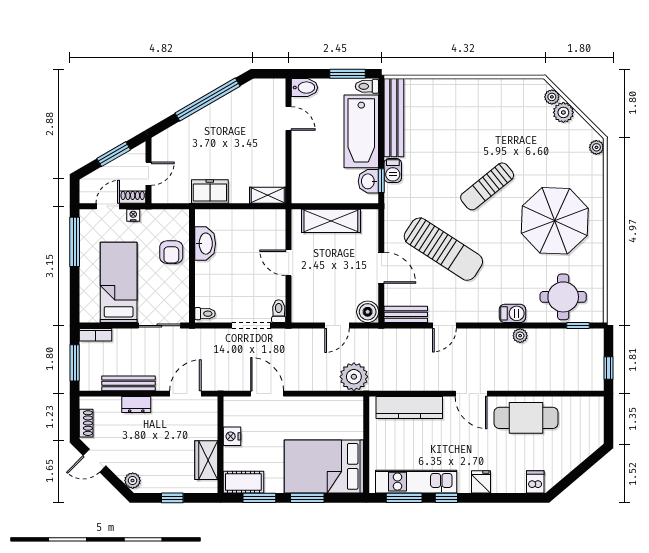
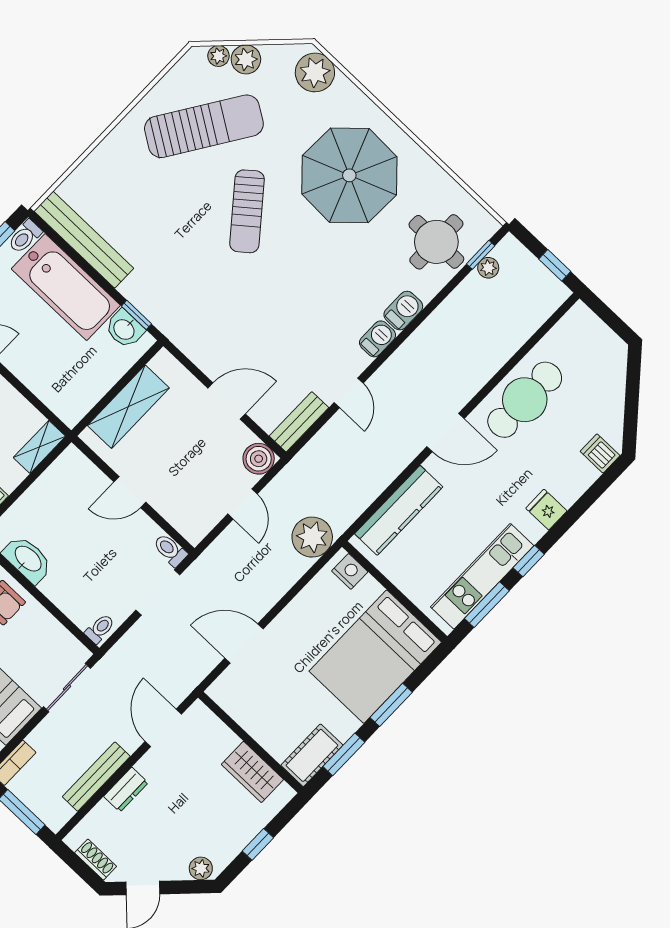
plant: (596, 147) -> (315, 72), width x1.87, depth x1.87
barbecue: (393, 170) -> (378, 339), moved, turned -90
sun lounger: (443, 249) -> (204, 126), moved
plant: (520, 336) -> (488, 268), moved
nightstand: (232, 436) -> (350, 571), moved, turned 180

